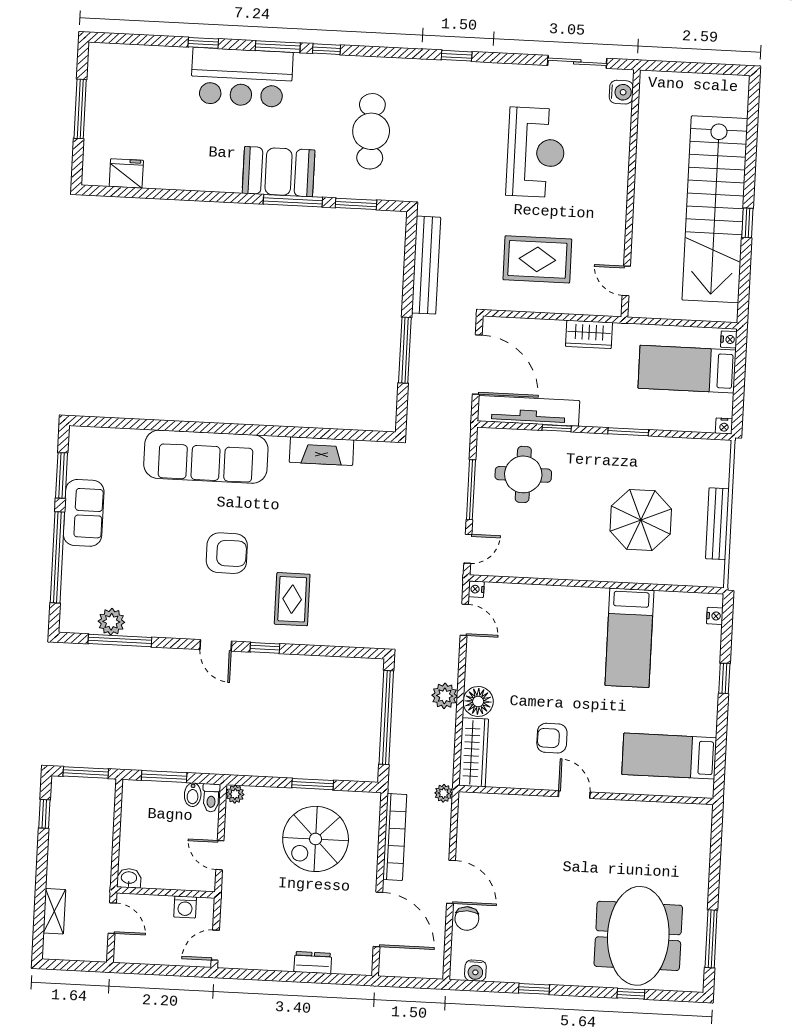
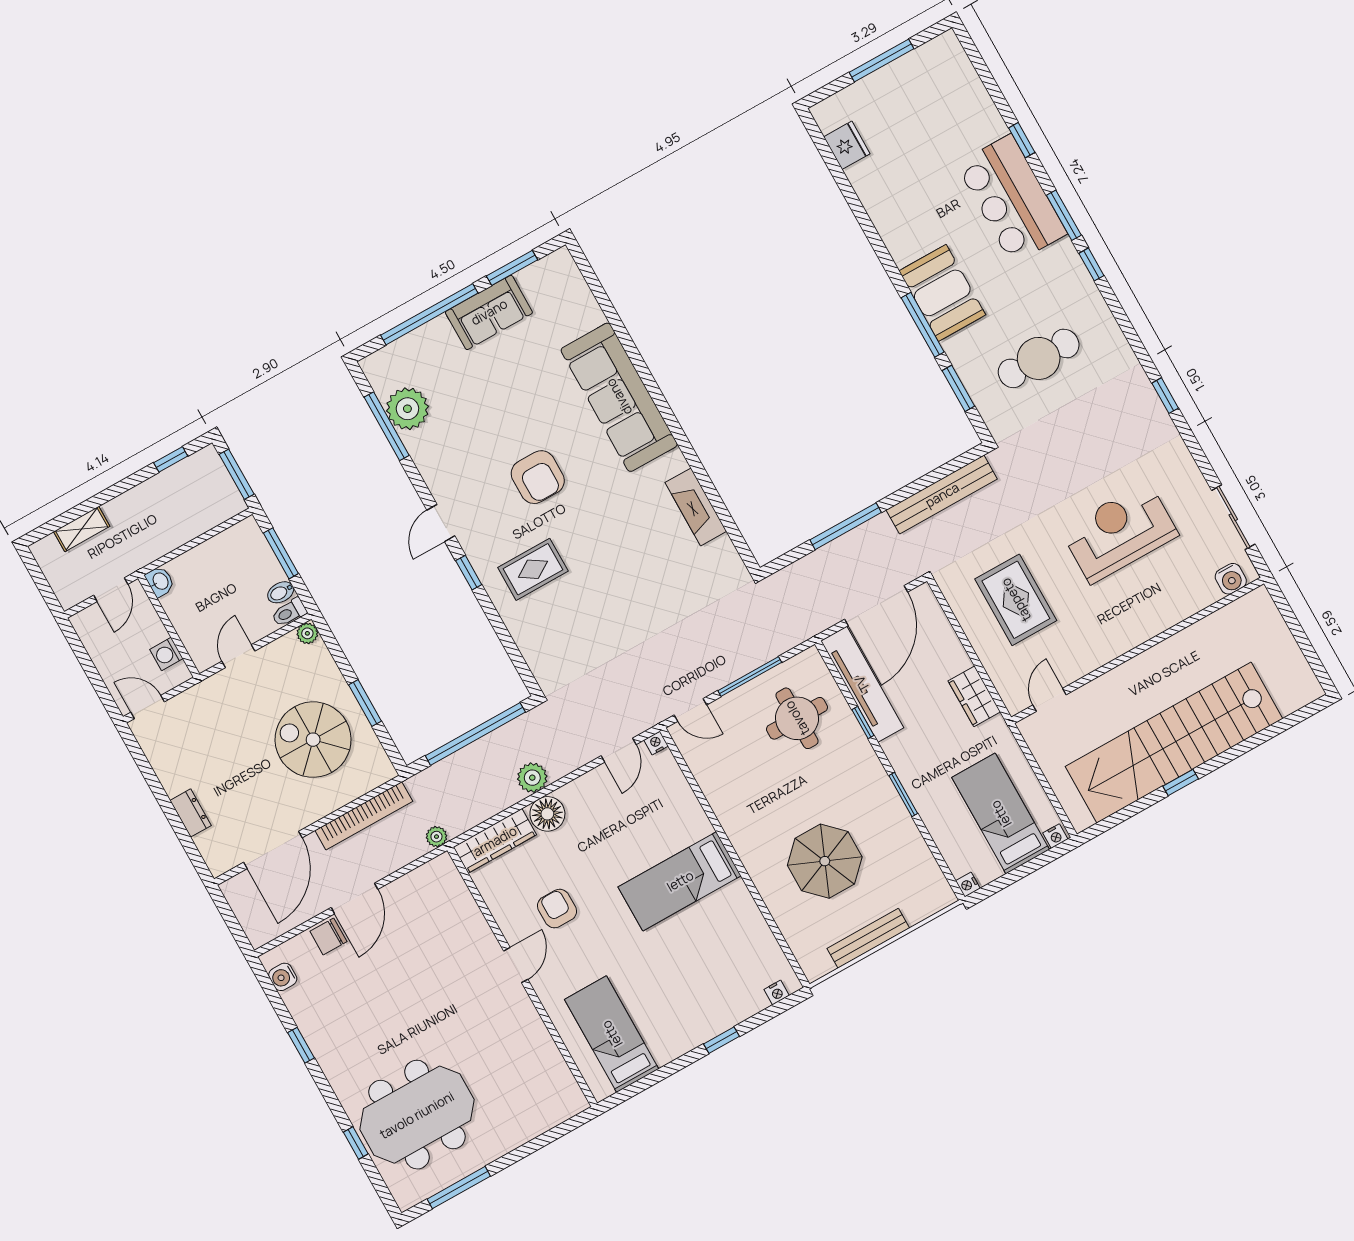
reception desk: (536, 152) -> (1119, 532), turned 180
plant: (111, 622) -> (407, 409), width x1.36, depth x1.36
bed: (629, 638) -> (680, 881), moved

